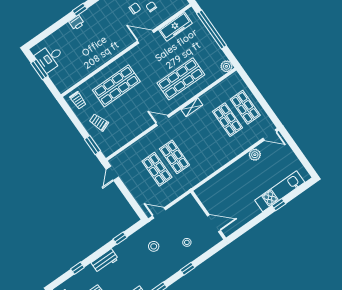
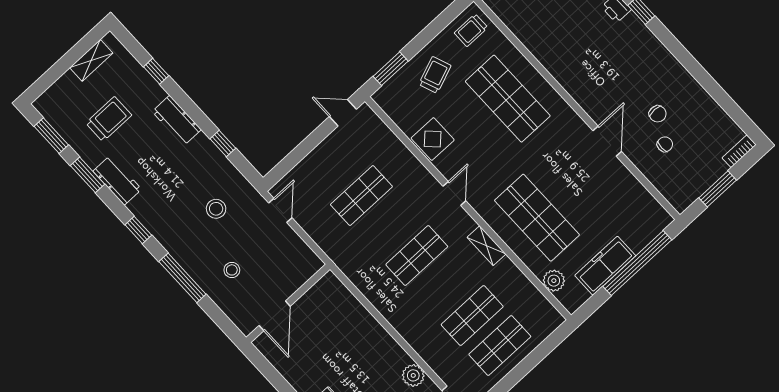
freezer: (175, 27) -> (605, 266), moved, turned 90
plant: (226, 66) -> (554, 281), moved
display table: (132, 128) -> (433, 139), added
shop shelf: (175, 157) -> (417, 256), moved
window: (188, 269) -> (182, 278), width x2.17

